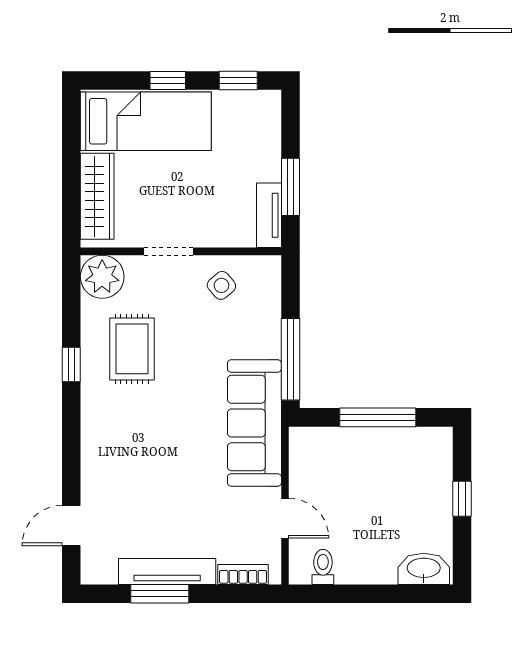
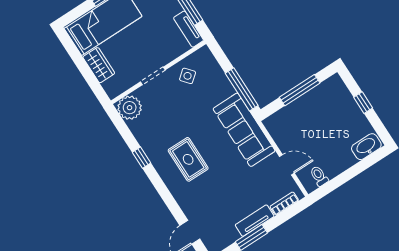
wardrobe: (97, 196) -> (99, 65), width x0.67
rug: (132, 349) -> (188, 159), moved
tv unit: (167, 571) -> (255, 221), width x0.71

